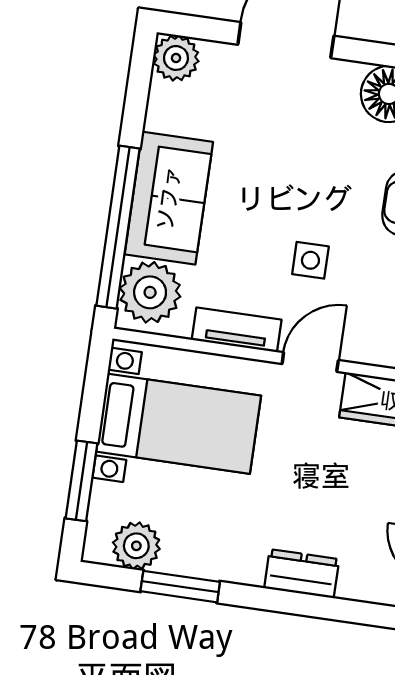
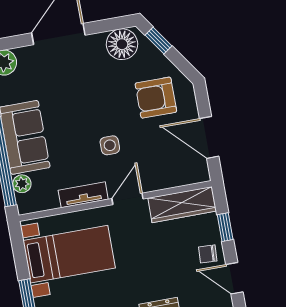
plant: (150, 292) -> (22, 184), width x0.53, depth x0.53

